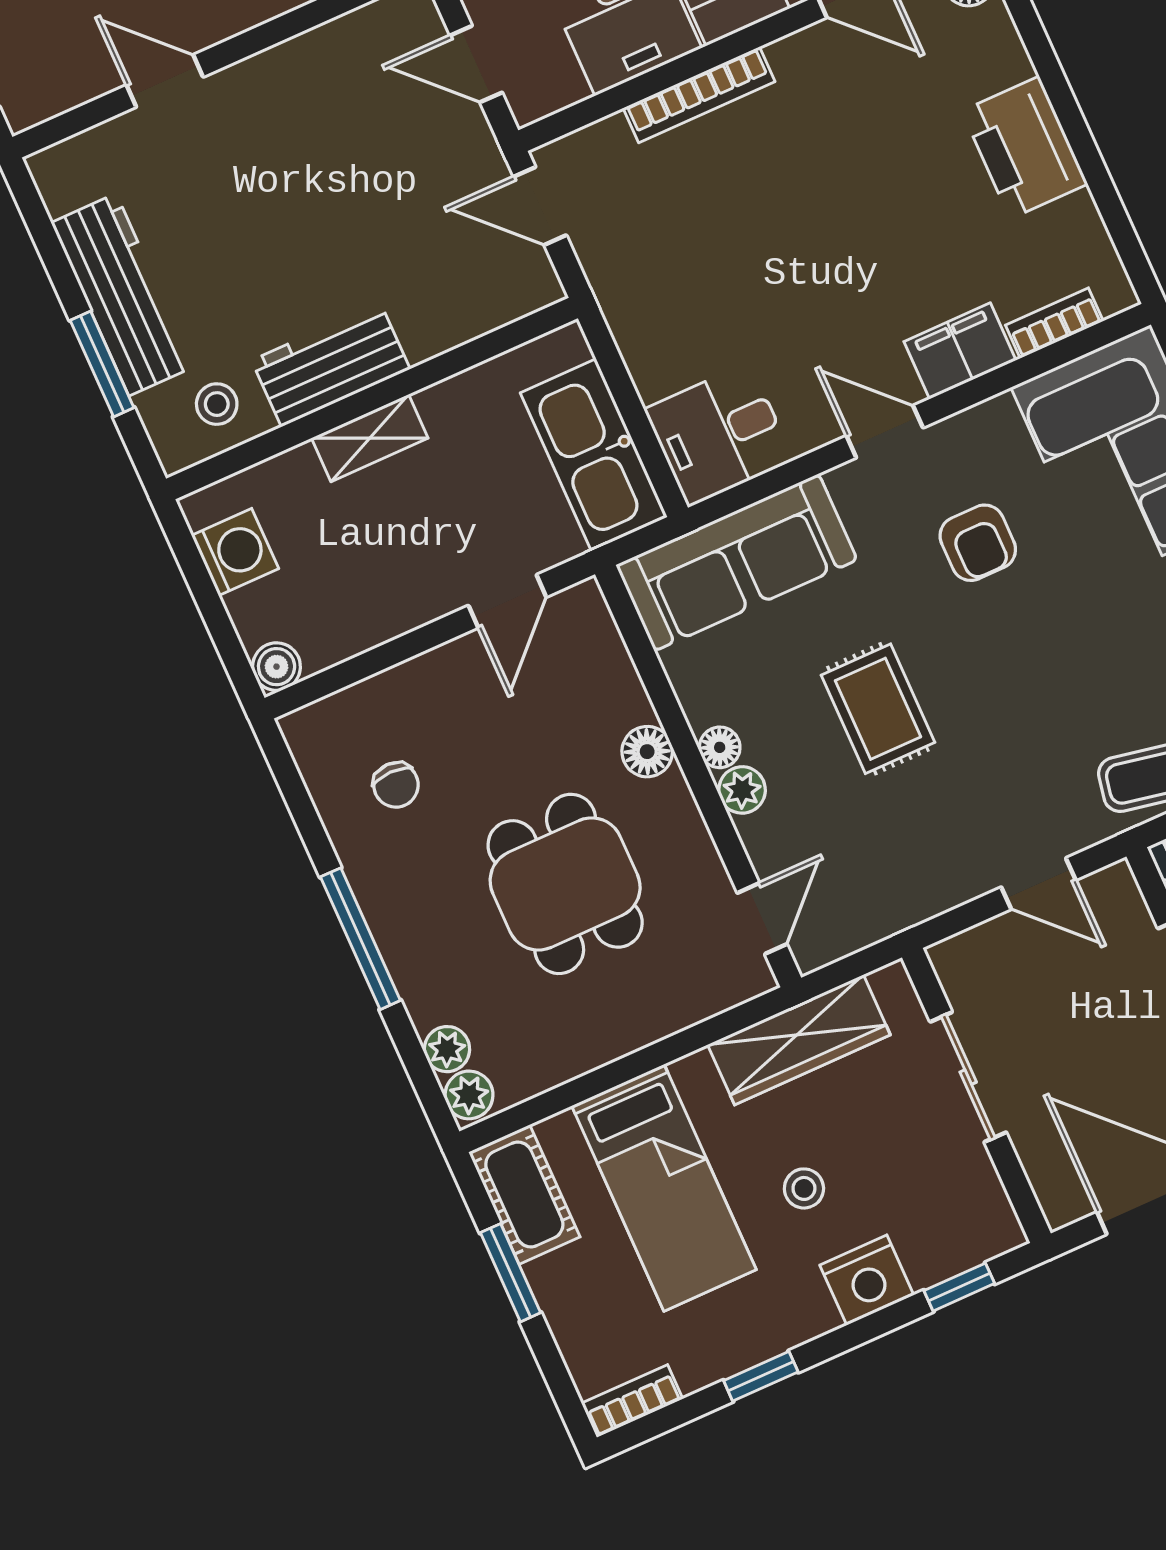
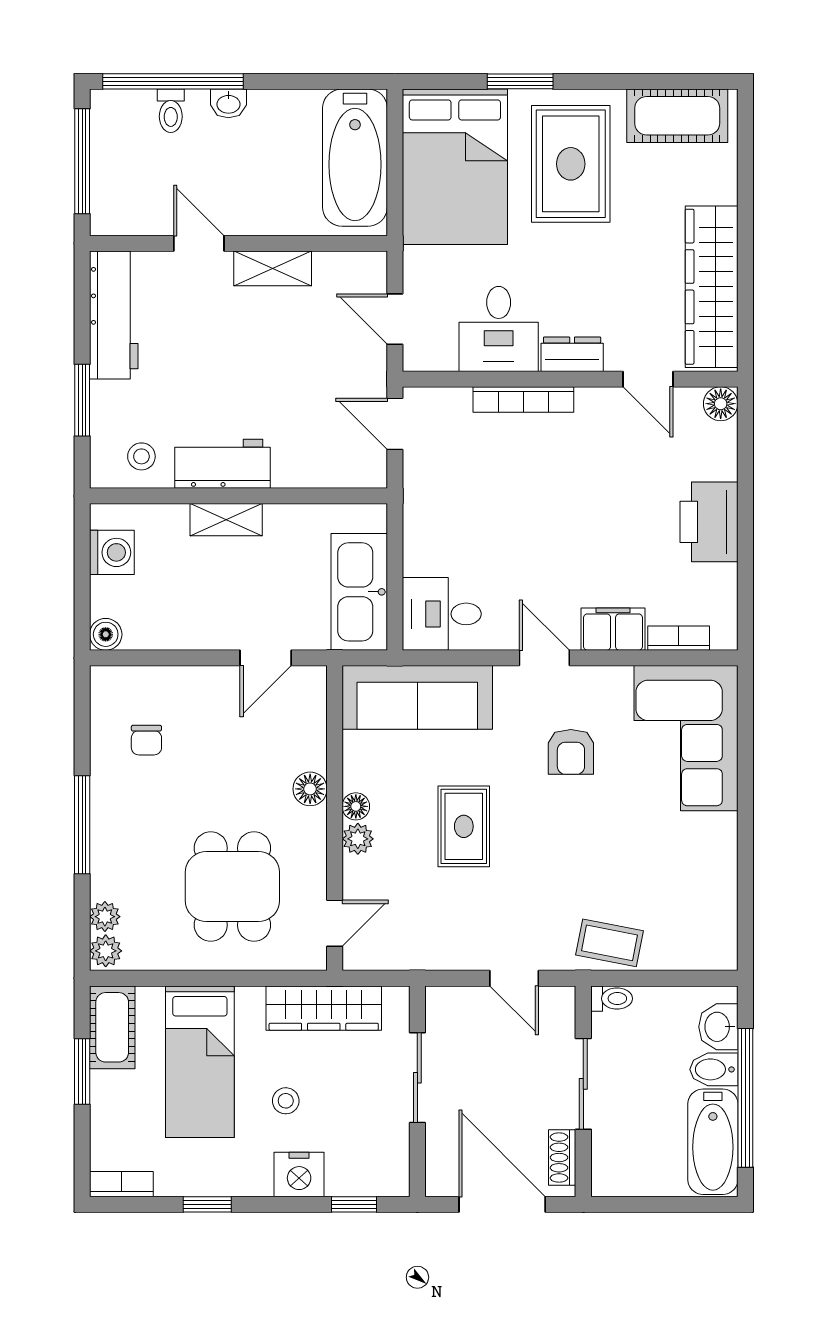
shelving: (280, 70) -> (273, 268), added
workbench: (122, 295) -> (114, 315), moved
dining table: (565, 884) -> (232, 887), moved

